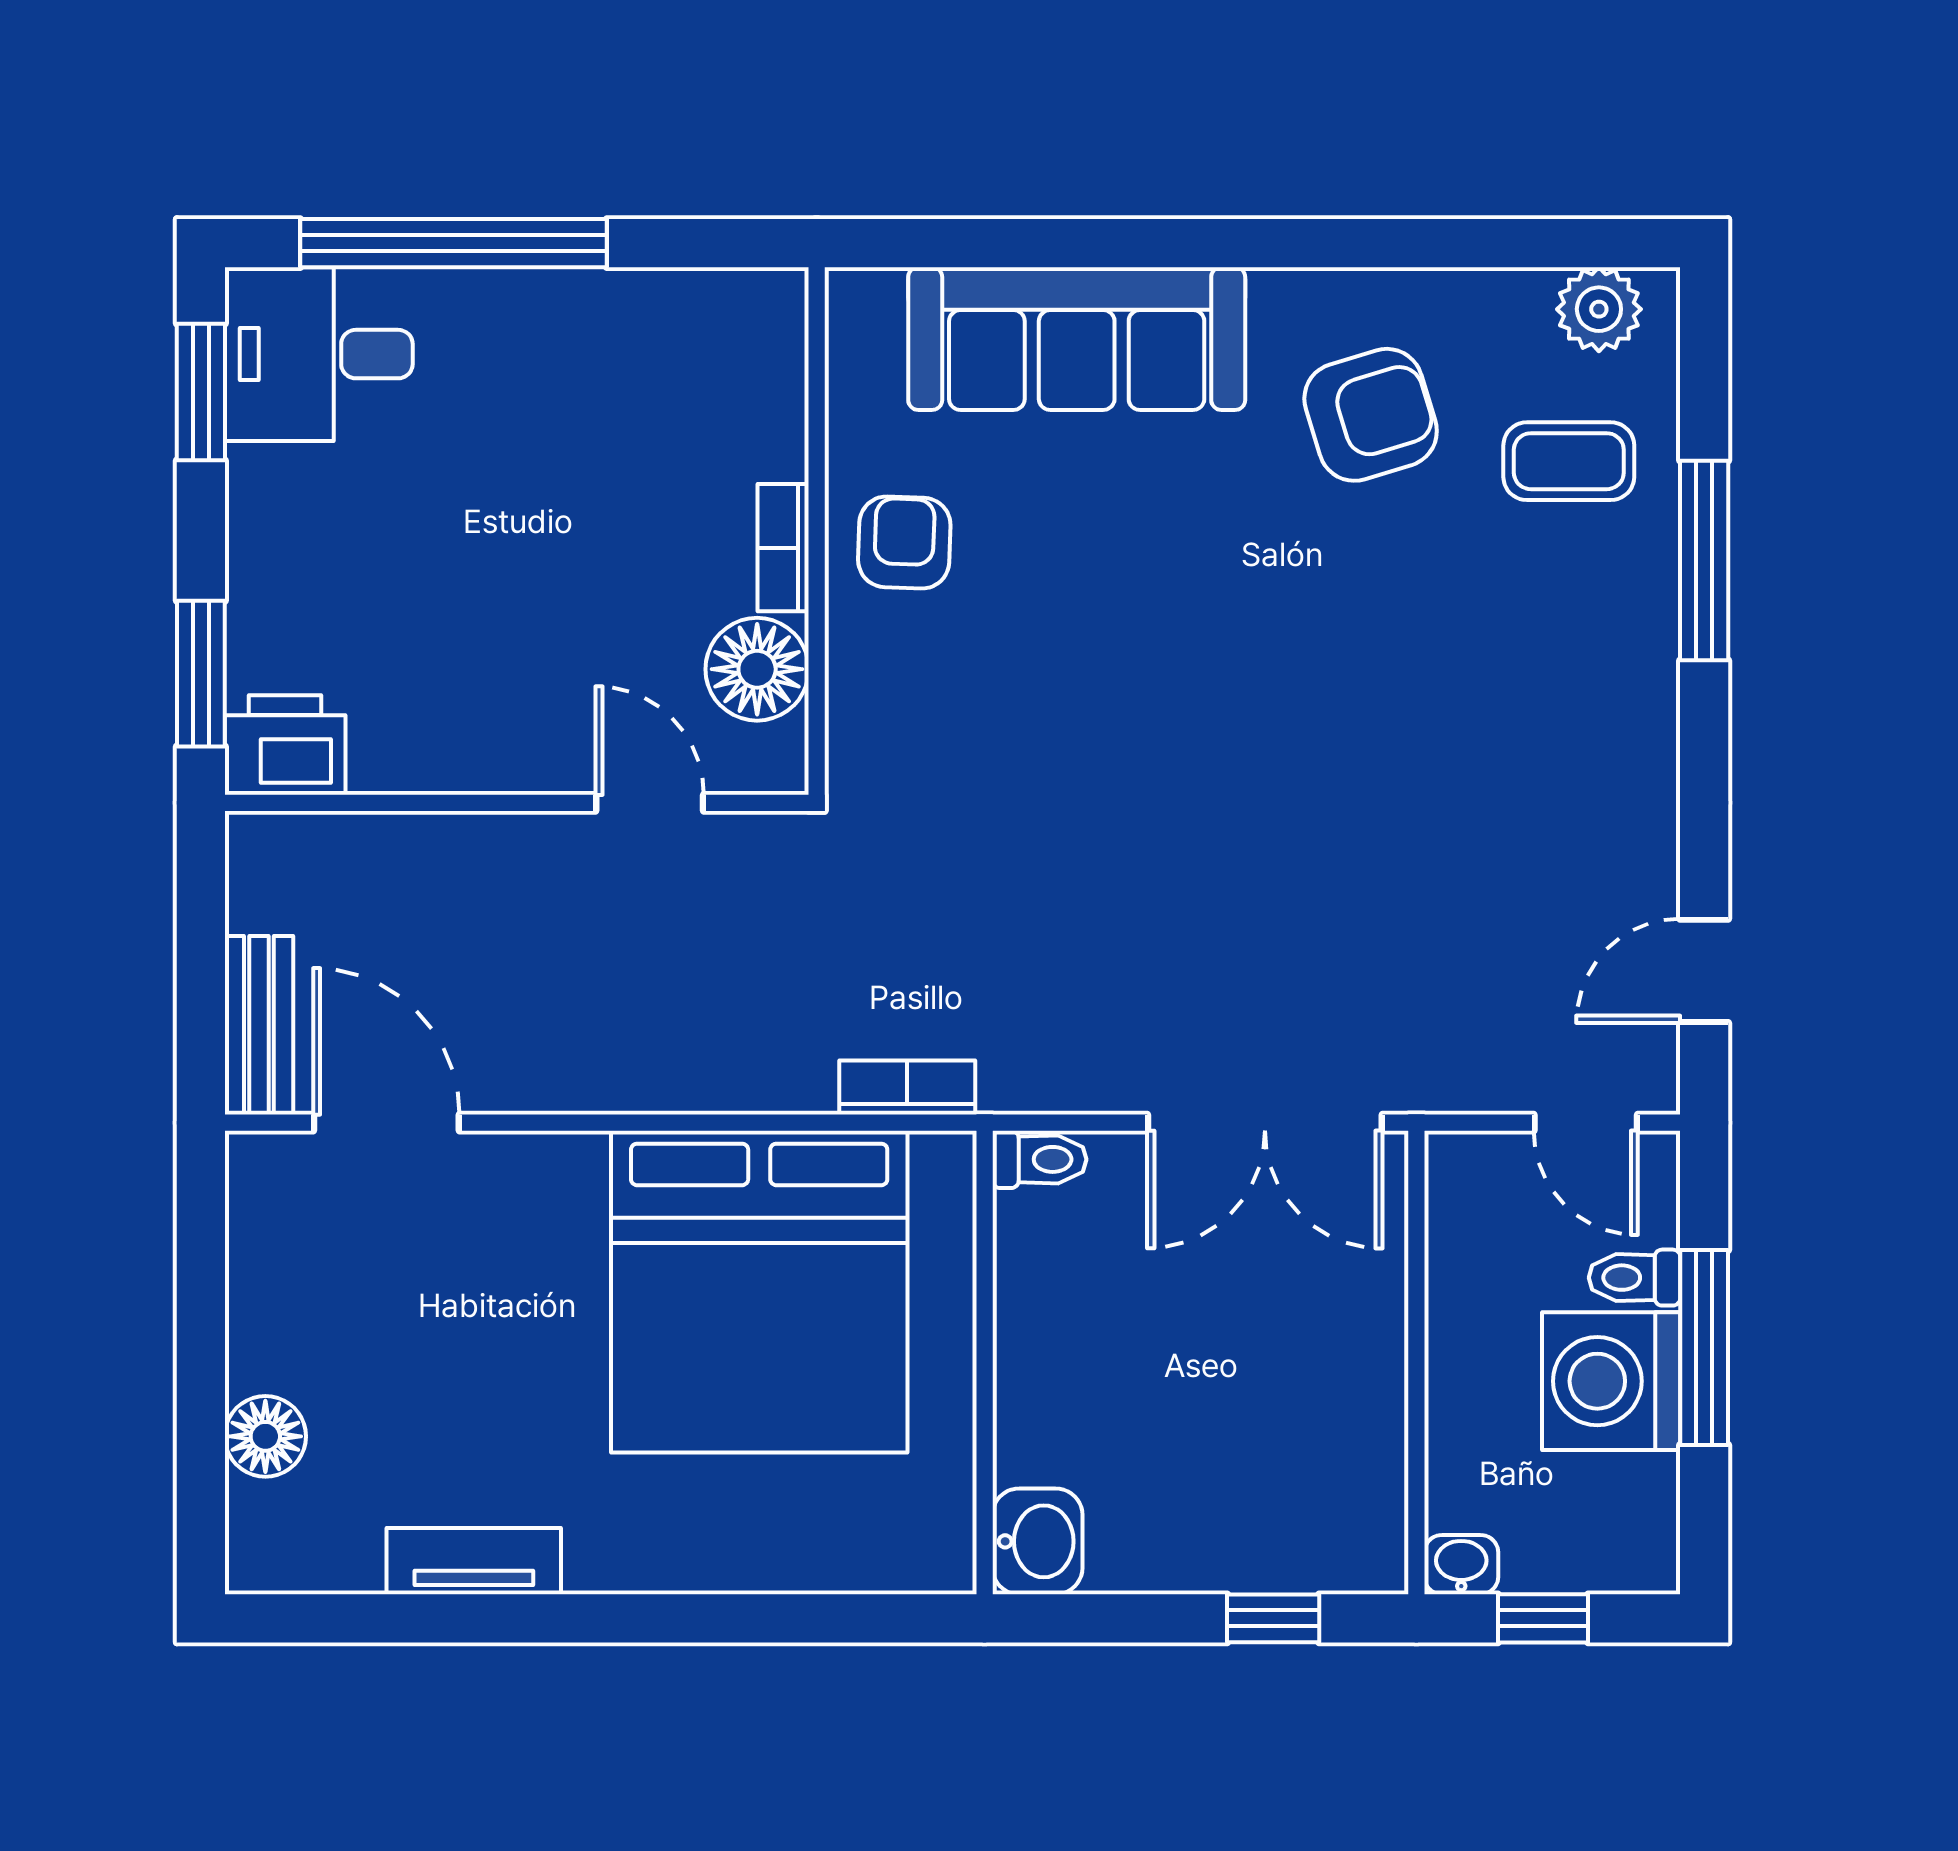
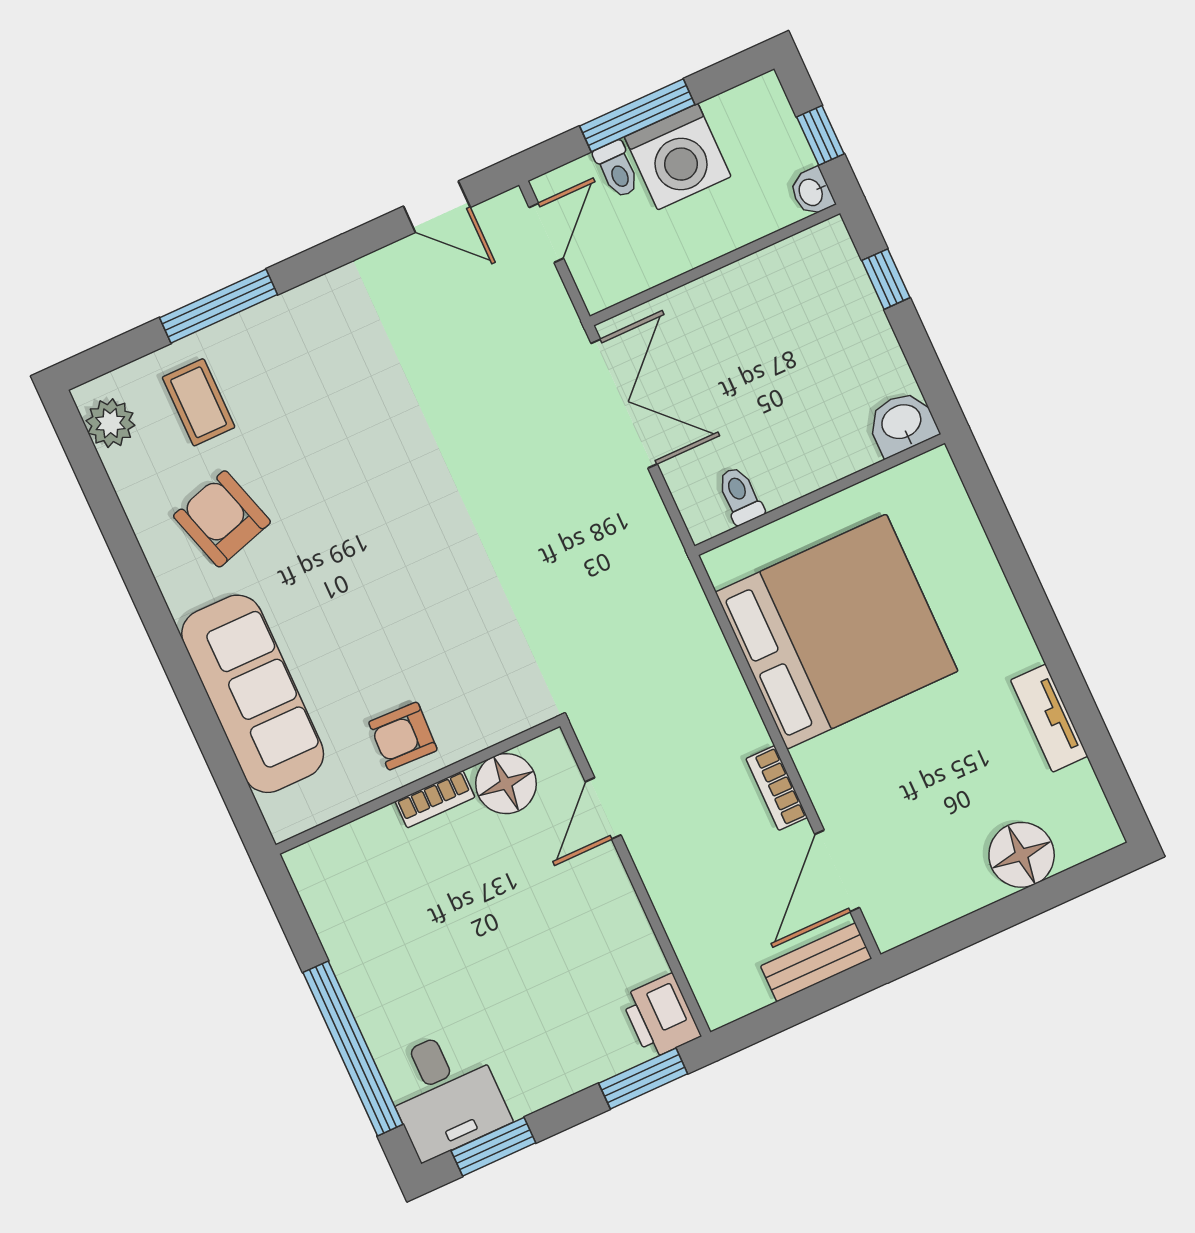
bookcase: (907, 1087) -> (777, 788), moved
toilet: (1039, 1159) -> (740, 496), moved
floor lamp: (265, 1436) -> (1022, 855), width x1.38, depth x1.38

